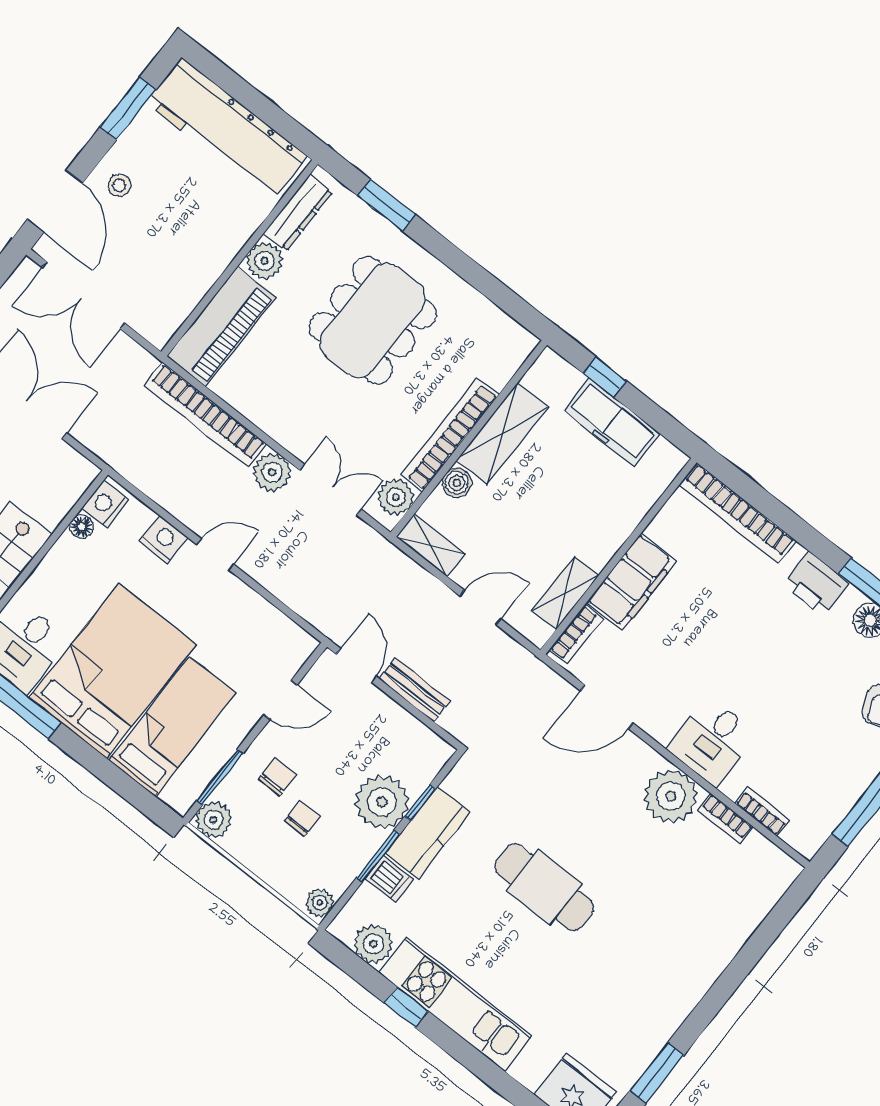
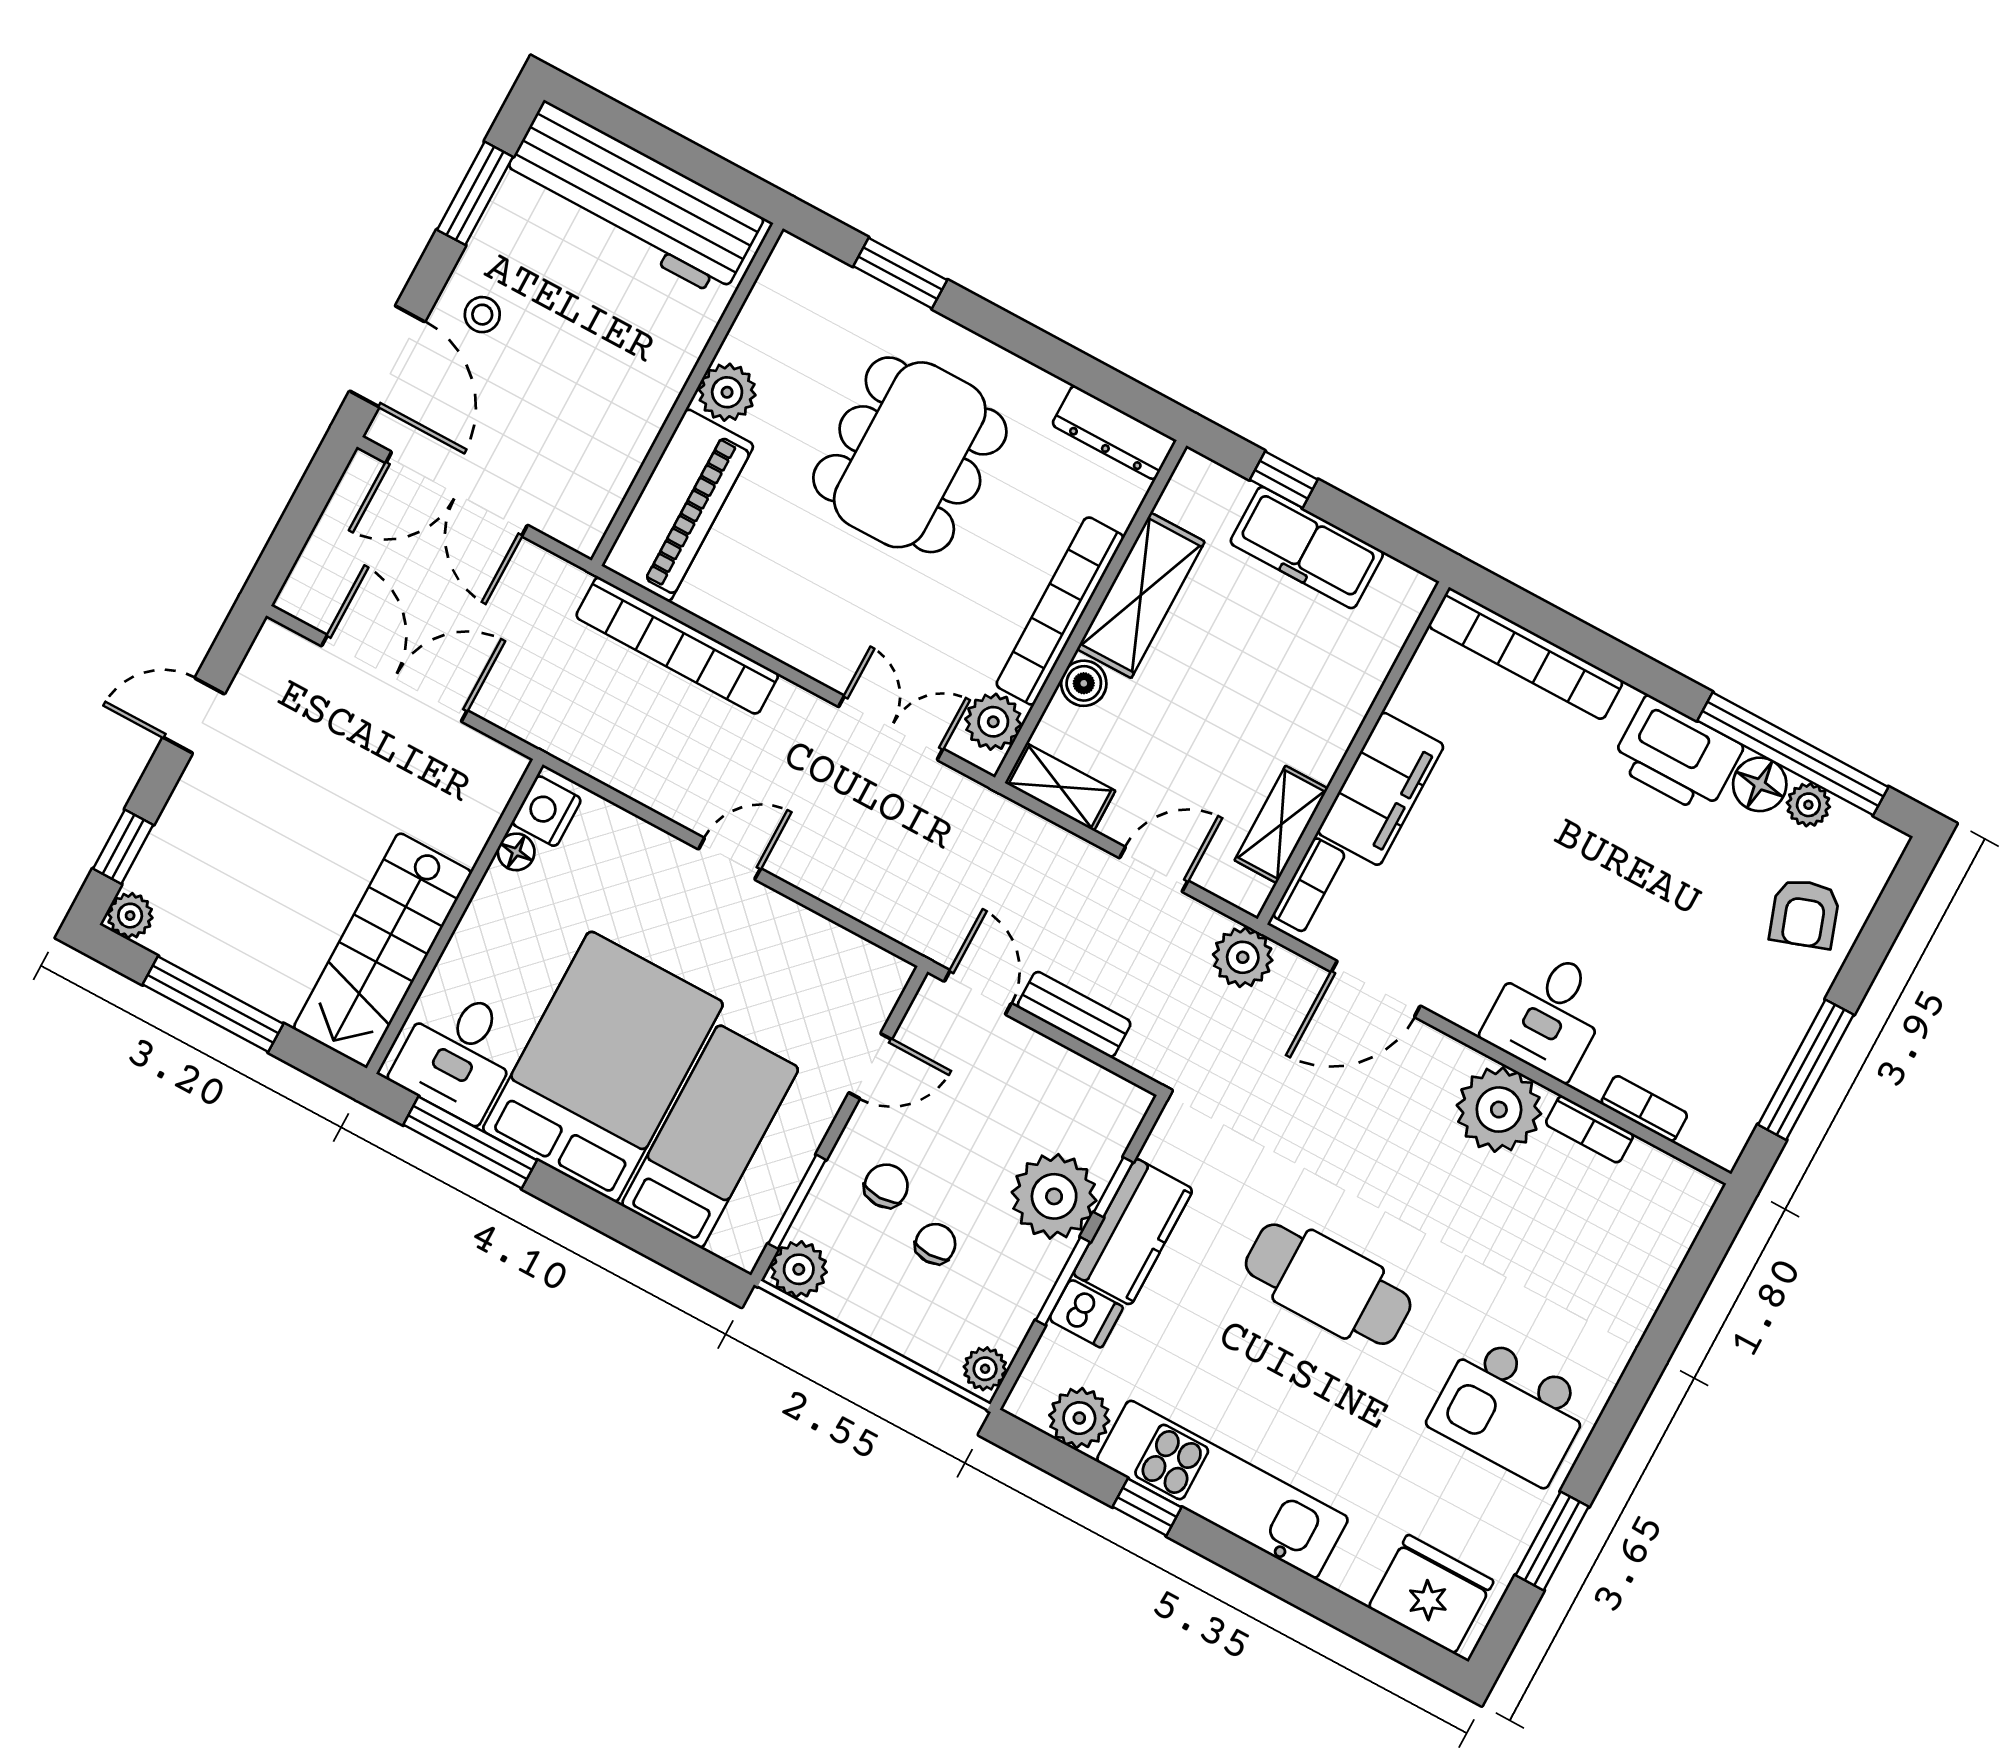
dresser: (298, 213) -> (1114, 433), moved, turned 90
plant: (272, 472) -> (1243, 957), moved
nightstand: (163, 539) -> (646, 849), removed
printer: (816, 584) -> (1677, 755), width x1.37, depth x1.19
kitchen island: (645, 987) -> (1510, 1411), added

